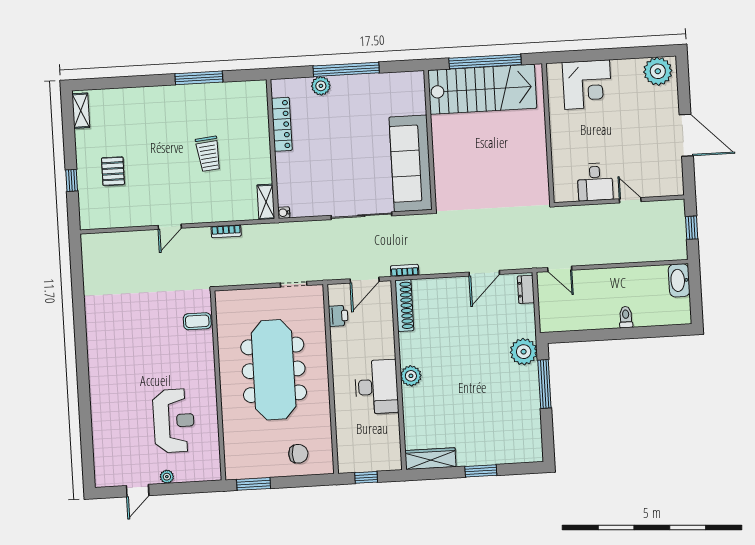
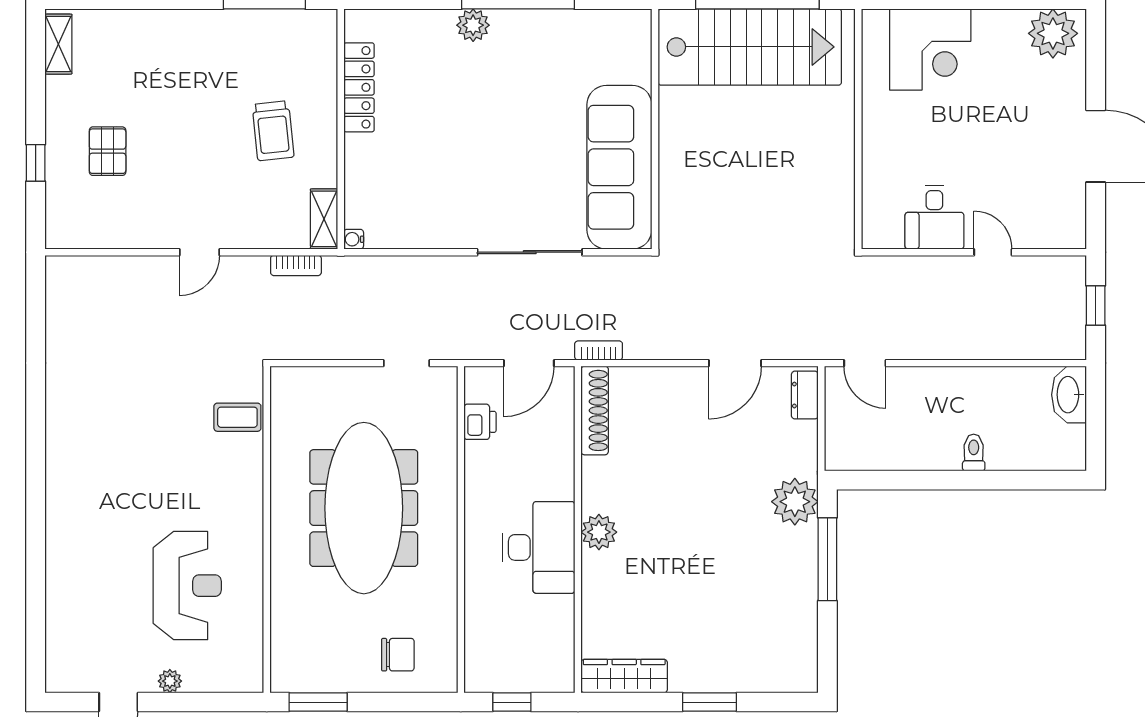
locker: (282, 124) -> (359, 87), moved
wall: (273, 149) -> (341, 129), moved
shelving: (266, 202) -> (324, 219), moved
water cooler: (284, 213) -> (354, 239), moved

